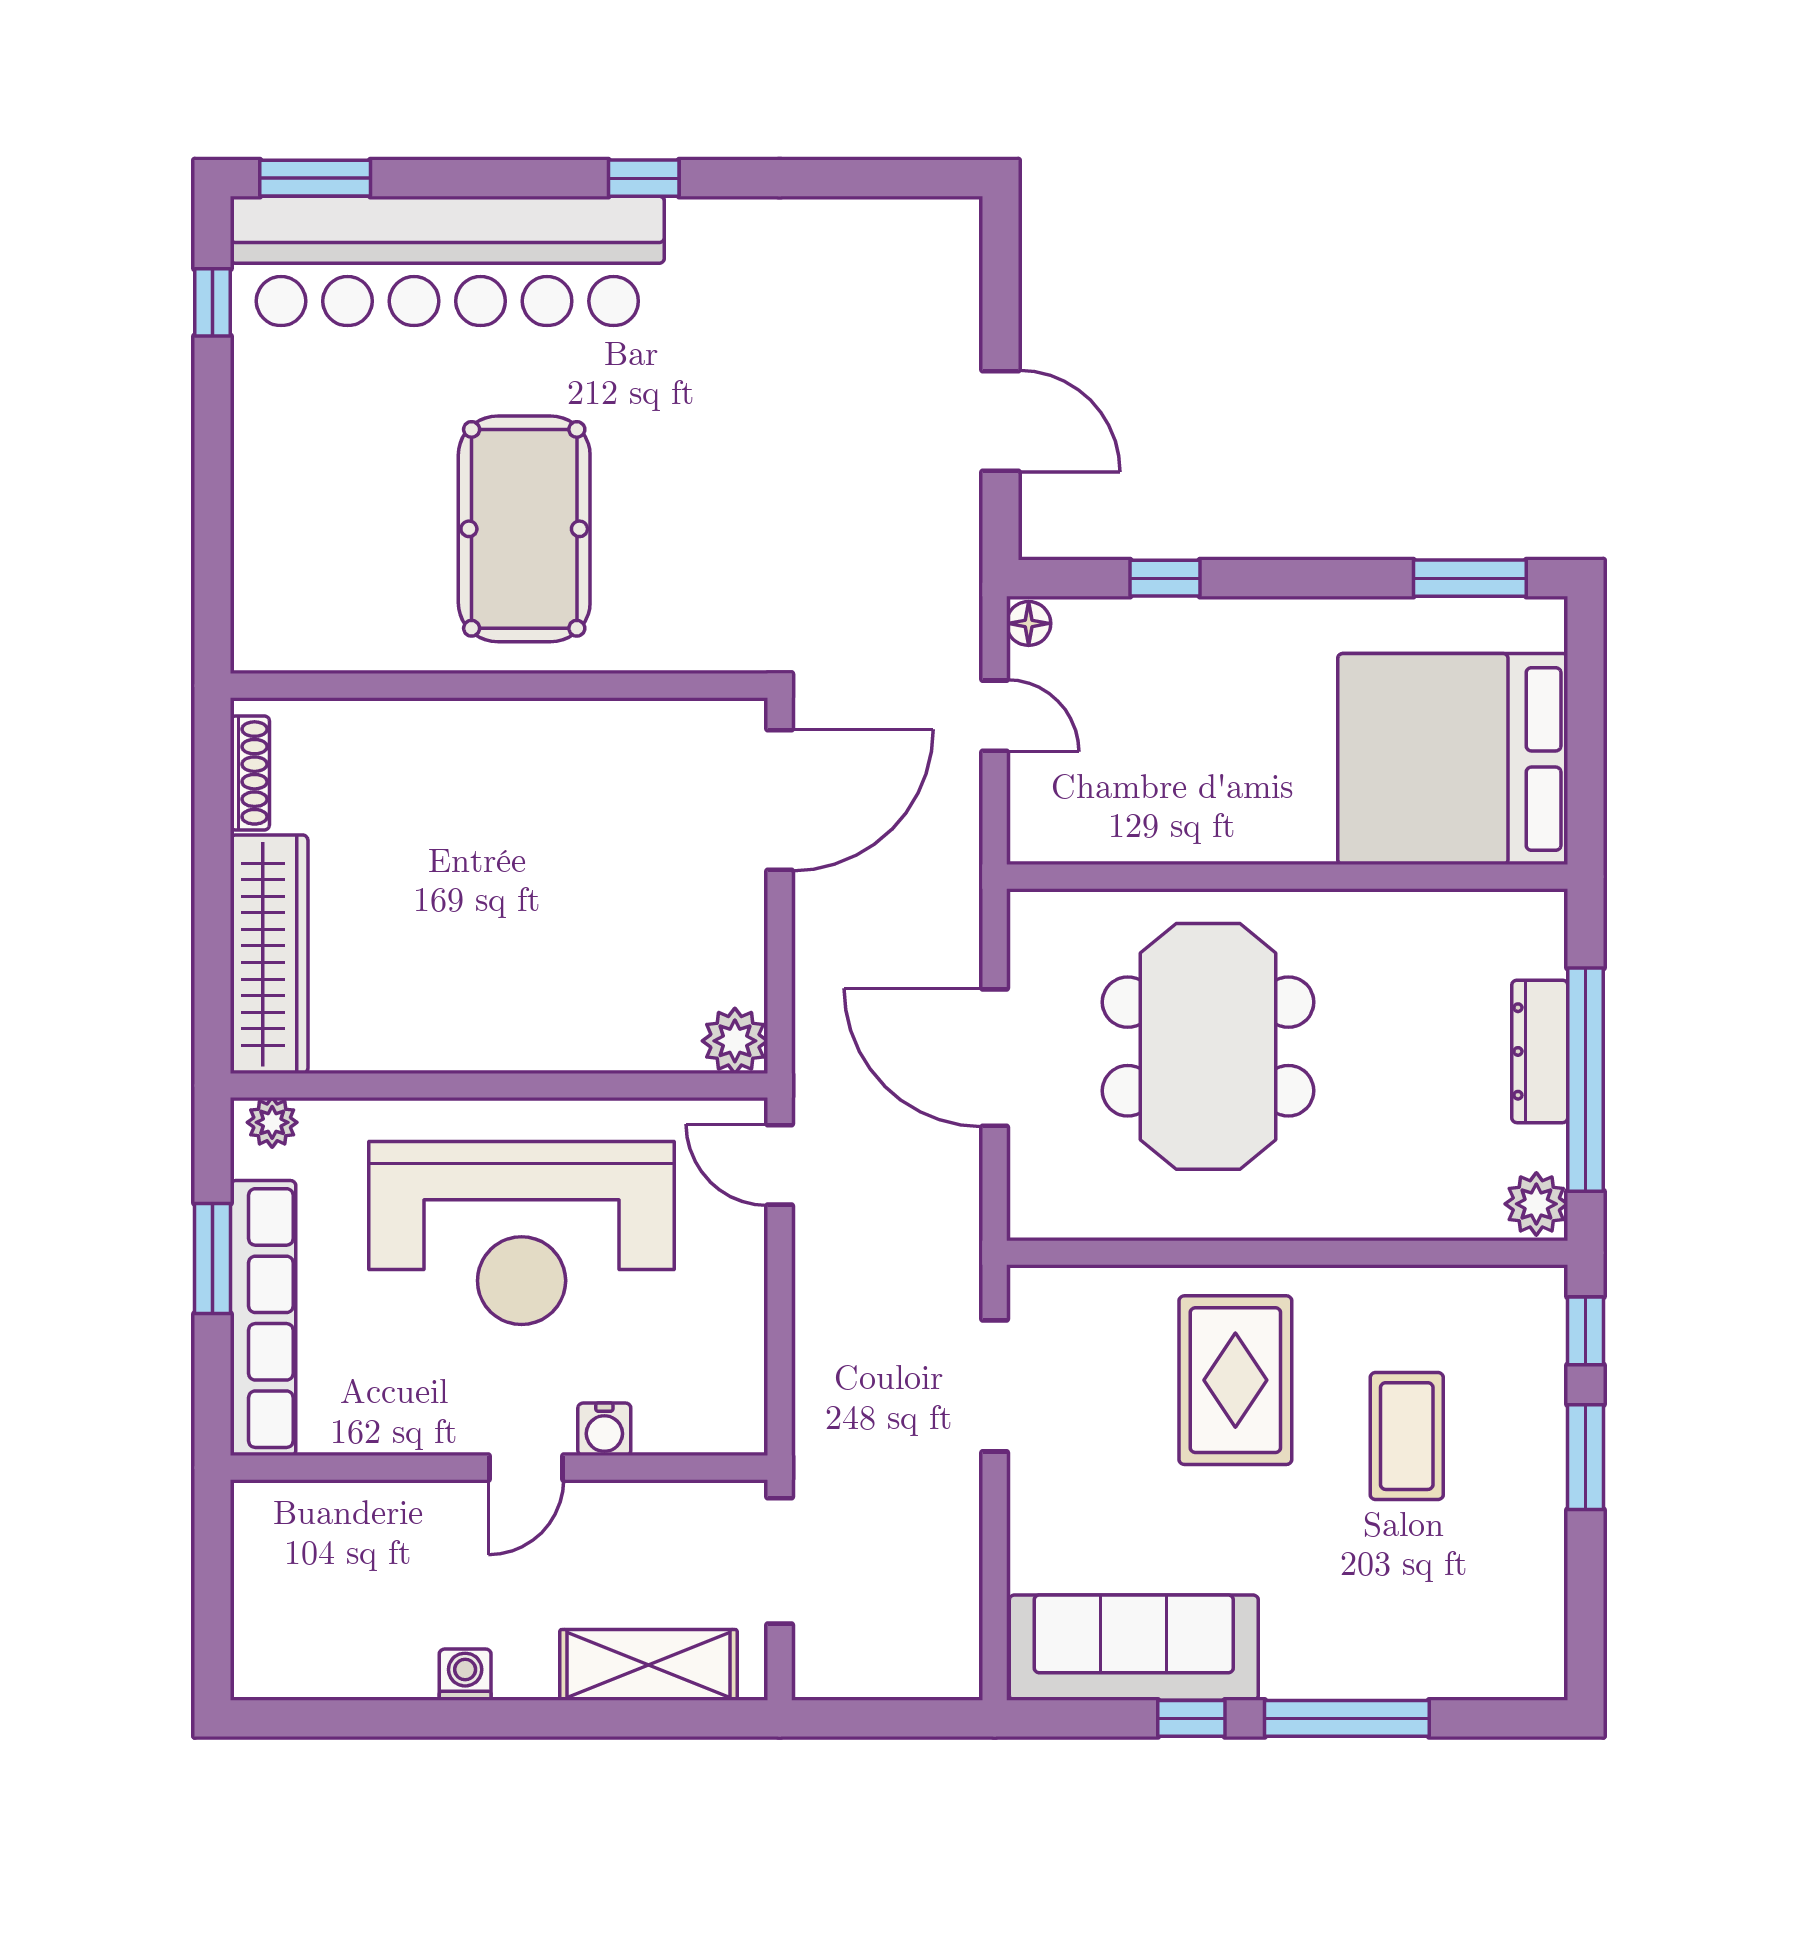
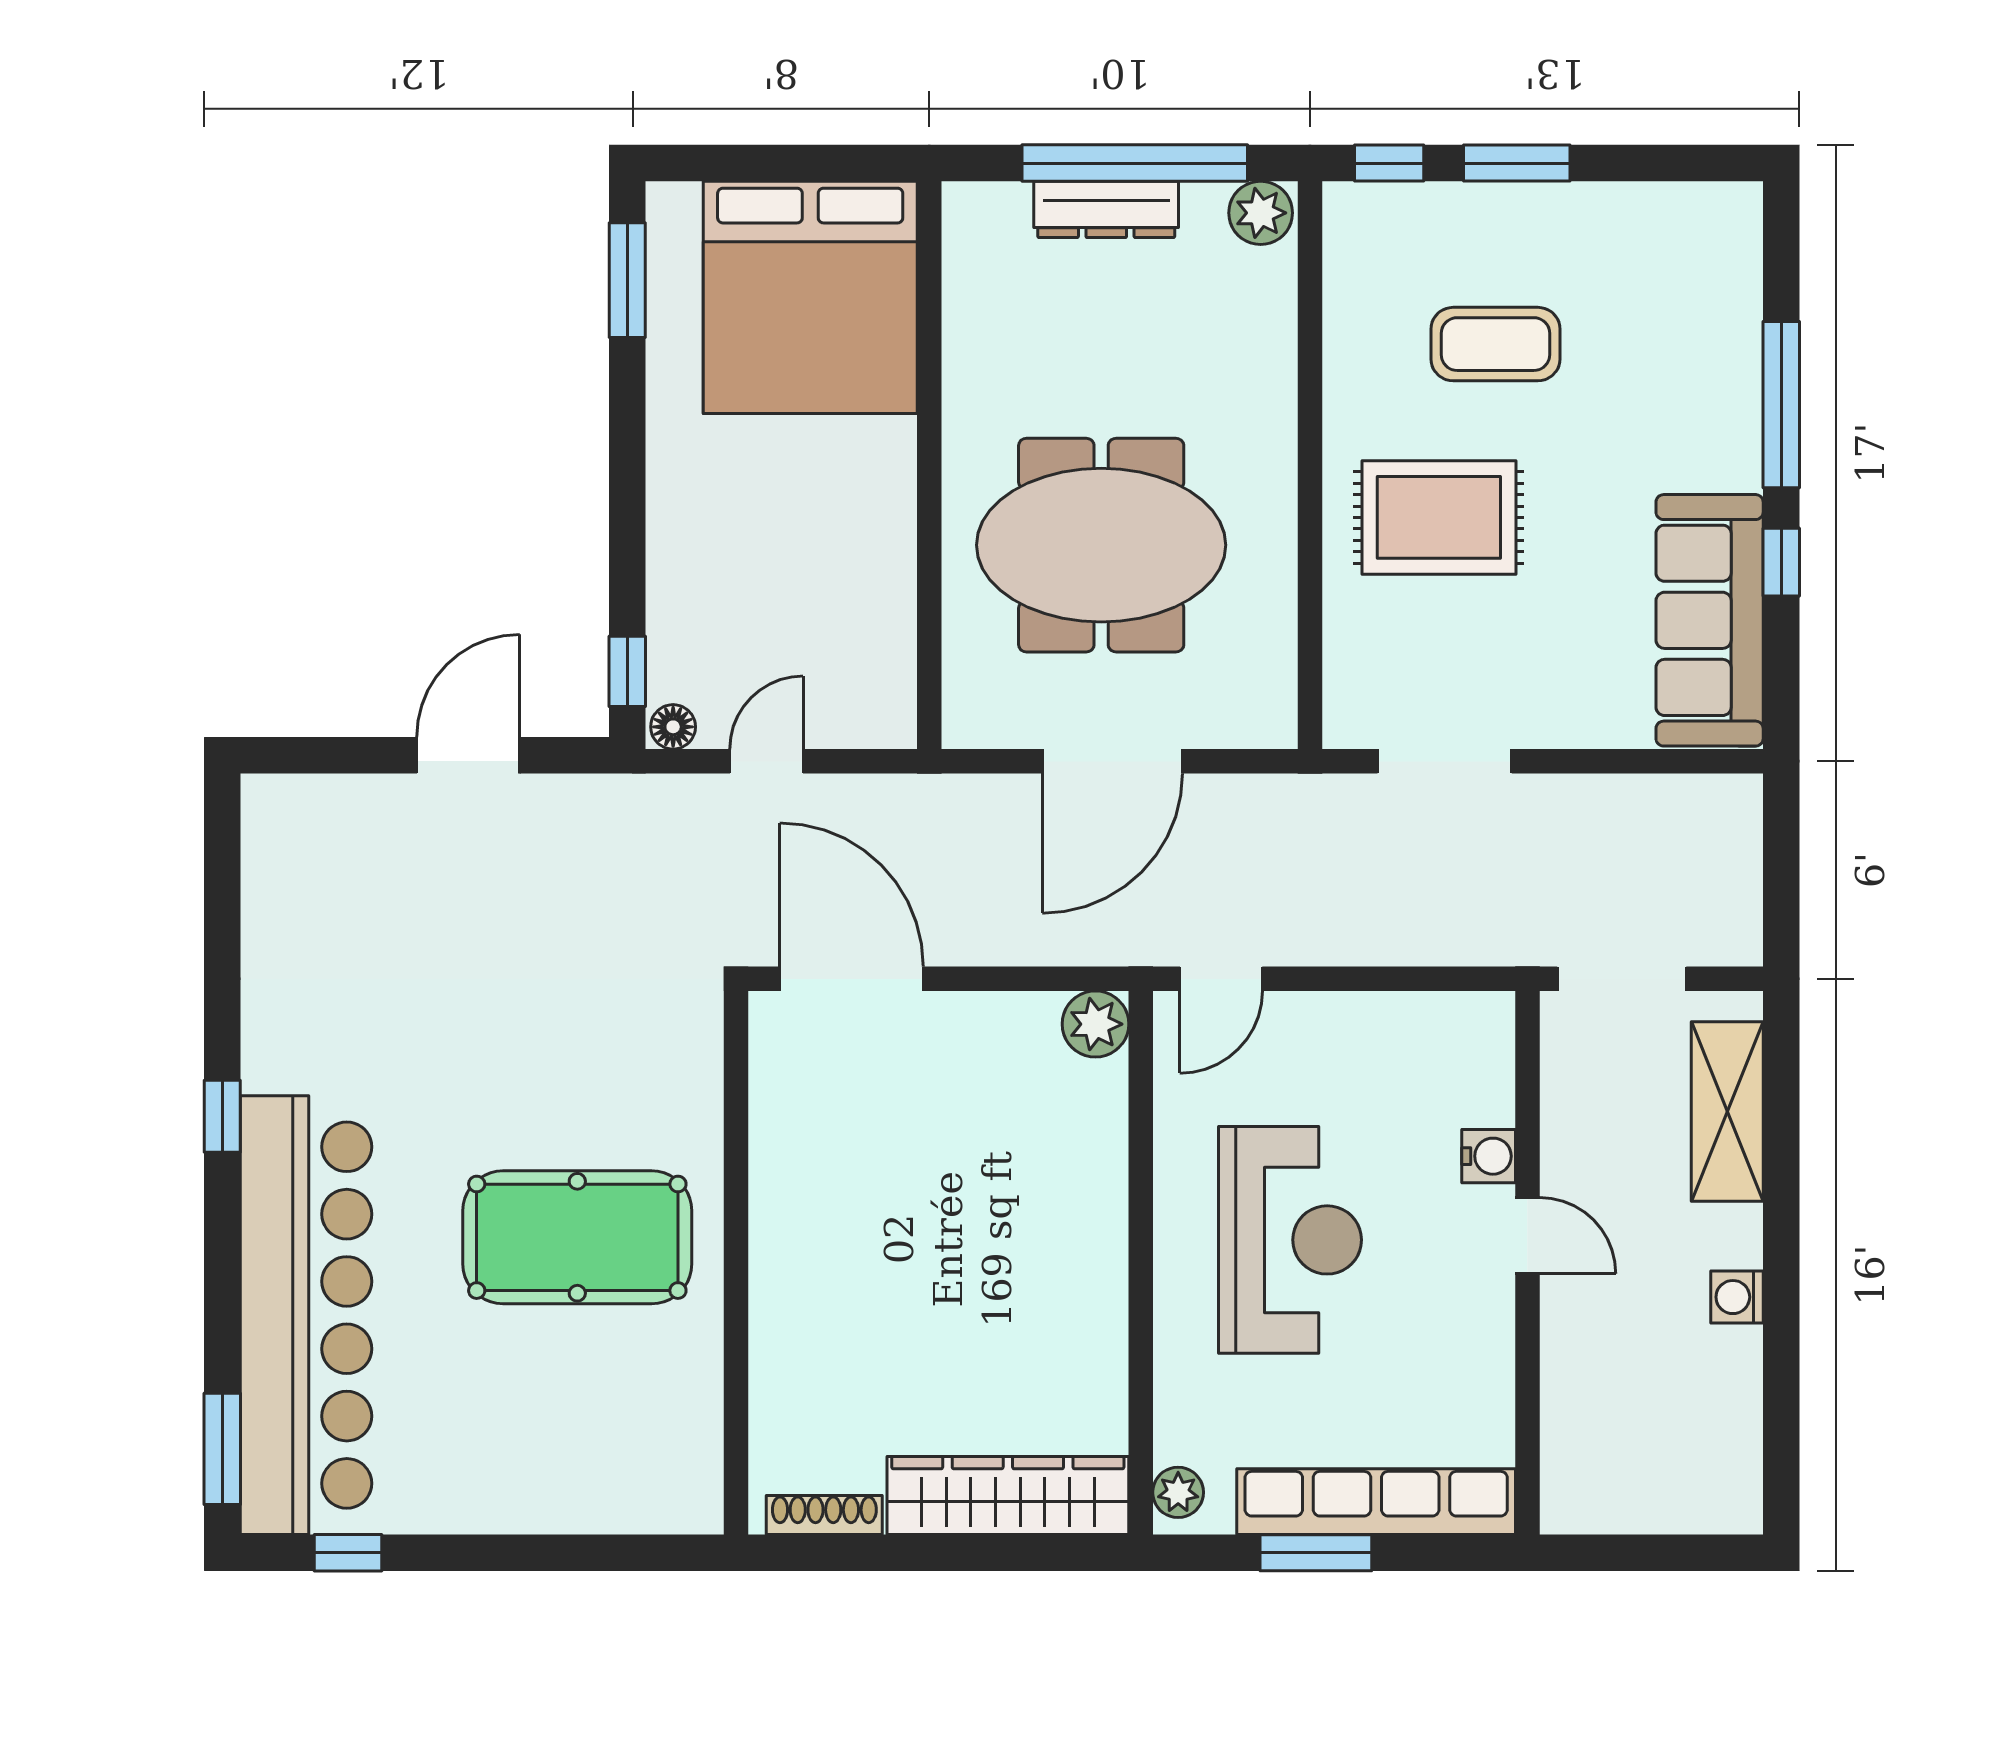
window: (1165, 578) -> (627, 671), moved
reception desk: (522, 1233) -> (1290, 1240), width x0.74, depth x0.77

